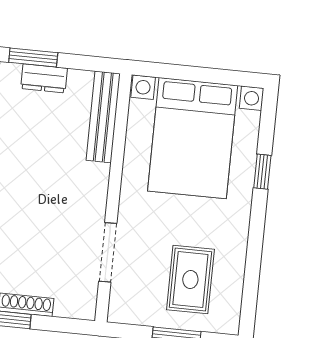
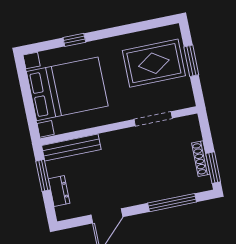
window: (33, 58) -> (43, 175), moved
rug: (190, 280) -> (154, 63), width x1.36, depth x1.43

